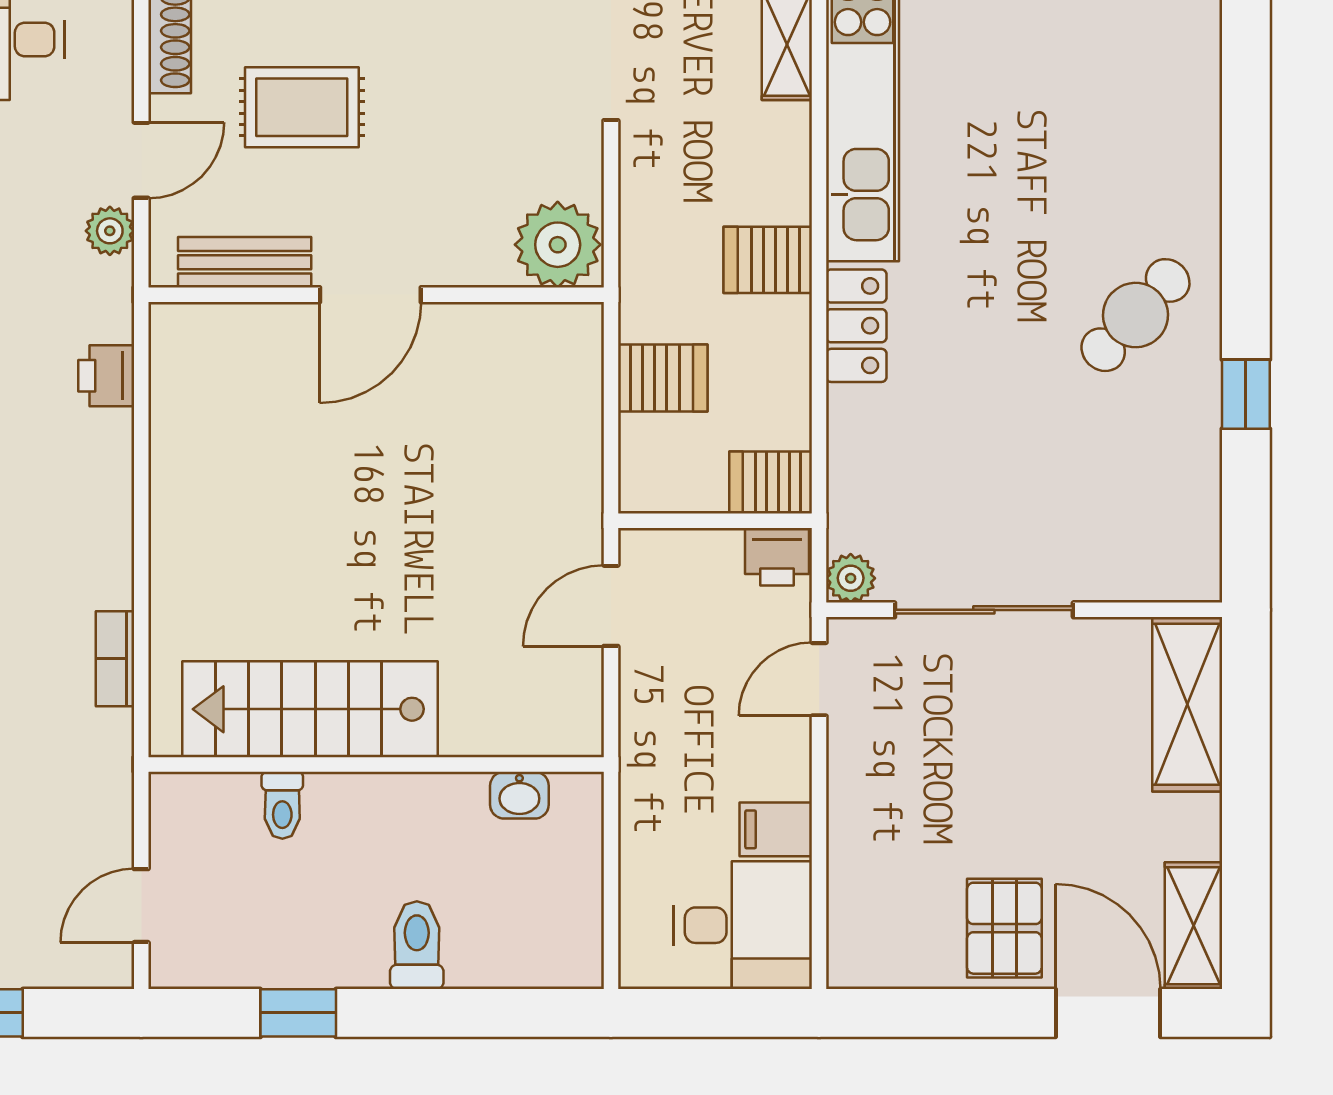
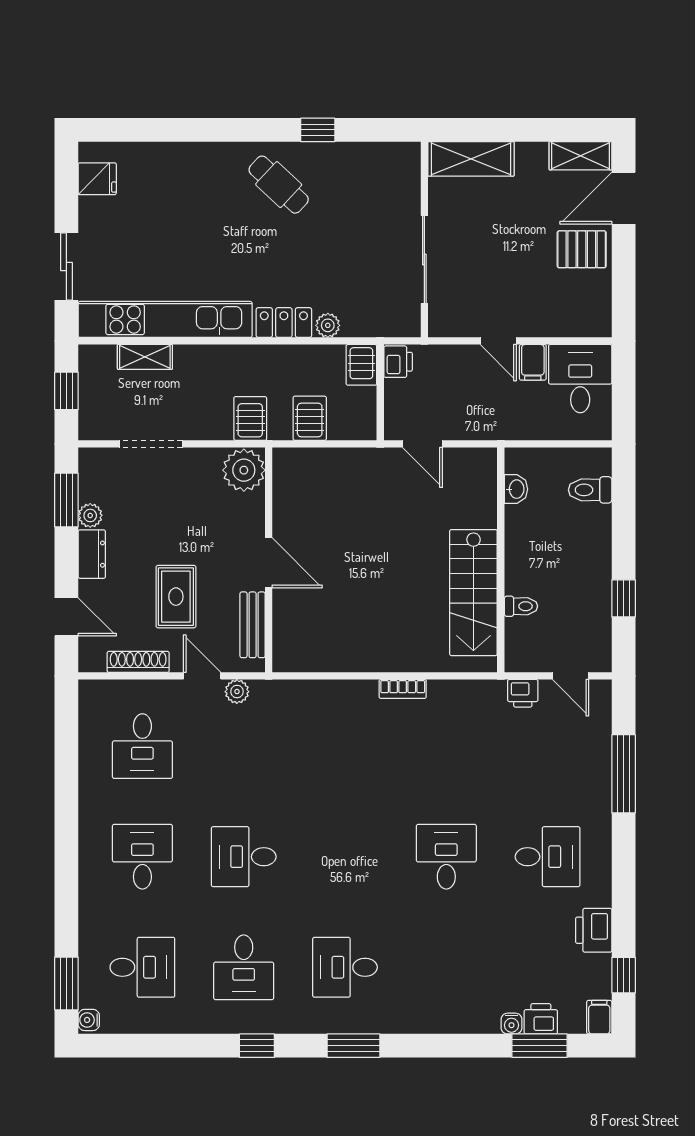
server rack: (768, 260) -> (250, 418), moved, turned 180
printer: (106, 376) -> (523, 693), moved
plant: (851, 578) -> (328, 325), moved
bookcase: (115, 659) -> (403, 689), moved
door: (819, 679) -> (498, 341), moved
toilet: (417, 945) -> (590, 490), moved

